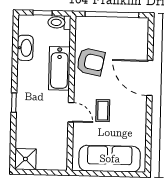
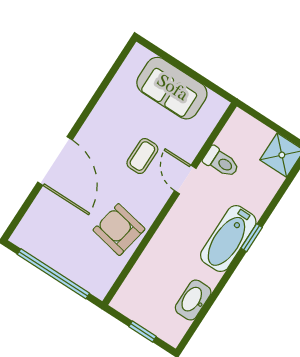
toilet: (59, 22) -> (221, 162), moved
bathtub: (59, 68) -> (228, 239), moved, turned 180
sofa: (110, 159) -> (172, 88), width x0.73

